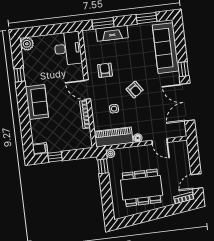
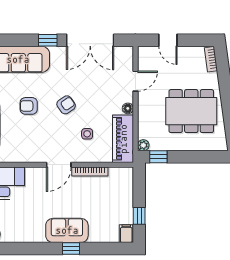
armchair: (105, 70) -> (29, 106), moved
window: (19, 75) -> (71, 248), moved
door: (197, 181) -> (168, 40), moved
dining table: (142, 188) -> (191, 111), turned 90

